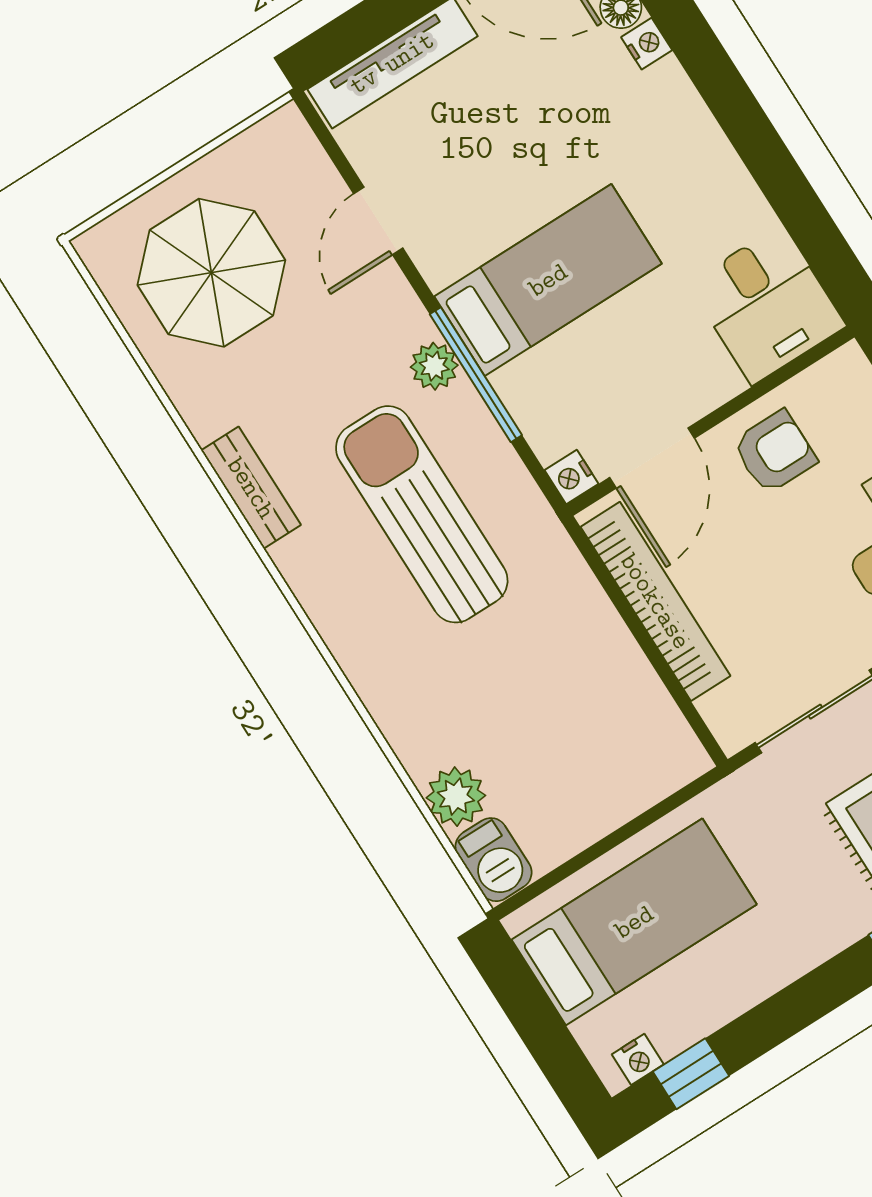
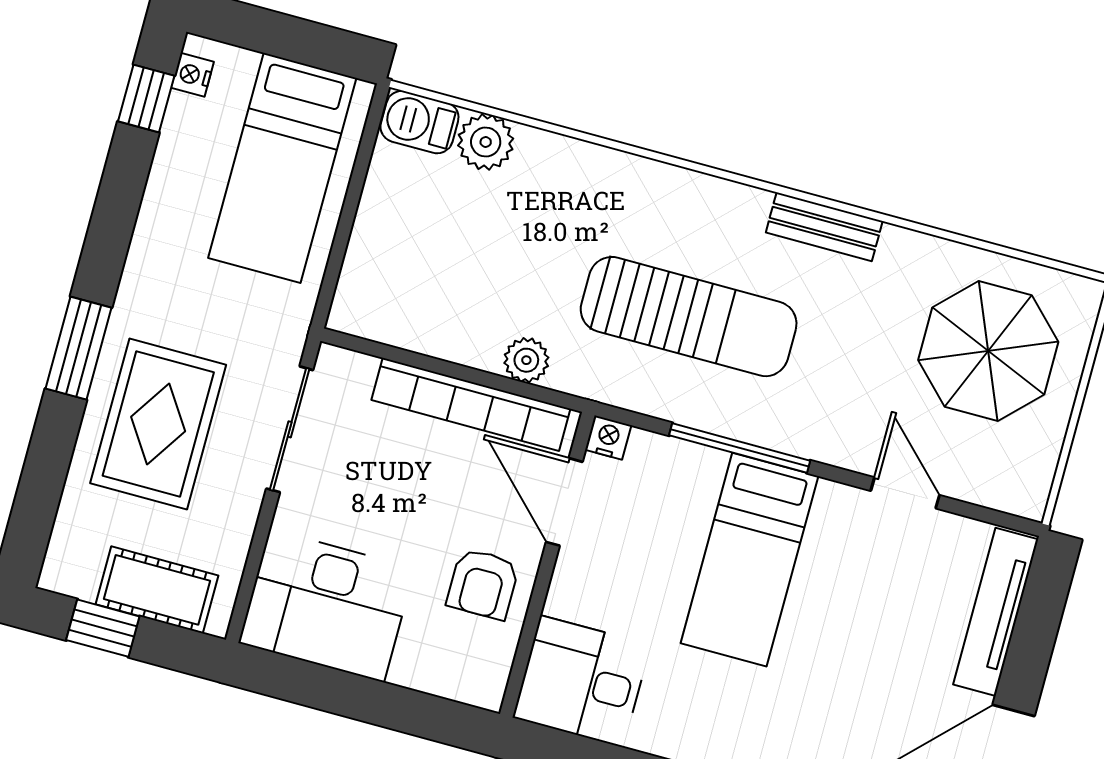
plant: (434, 366) -> (526, 360), moved

